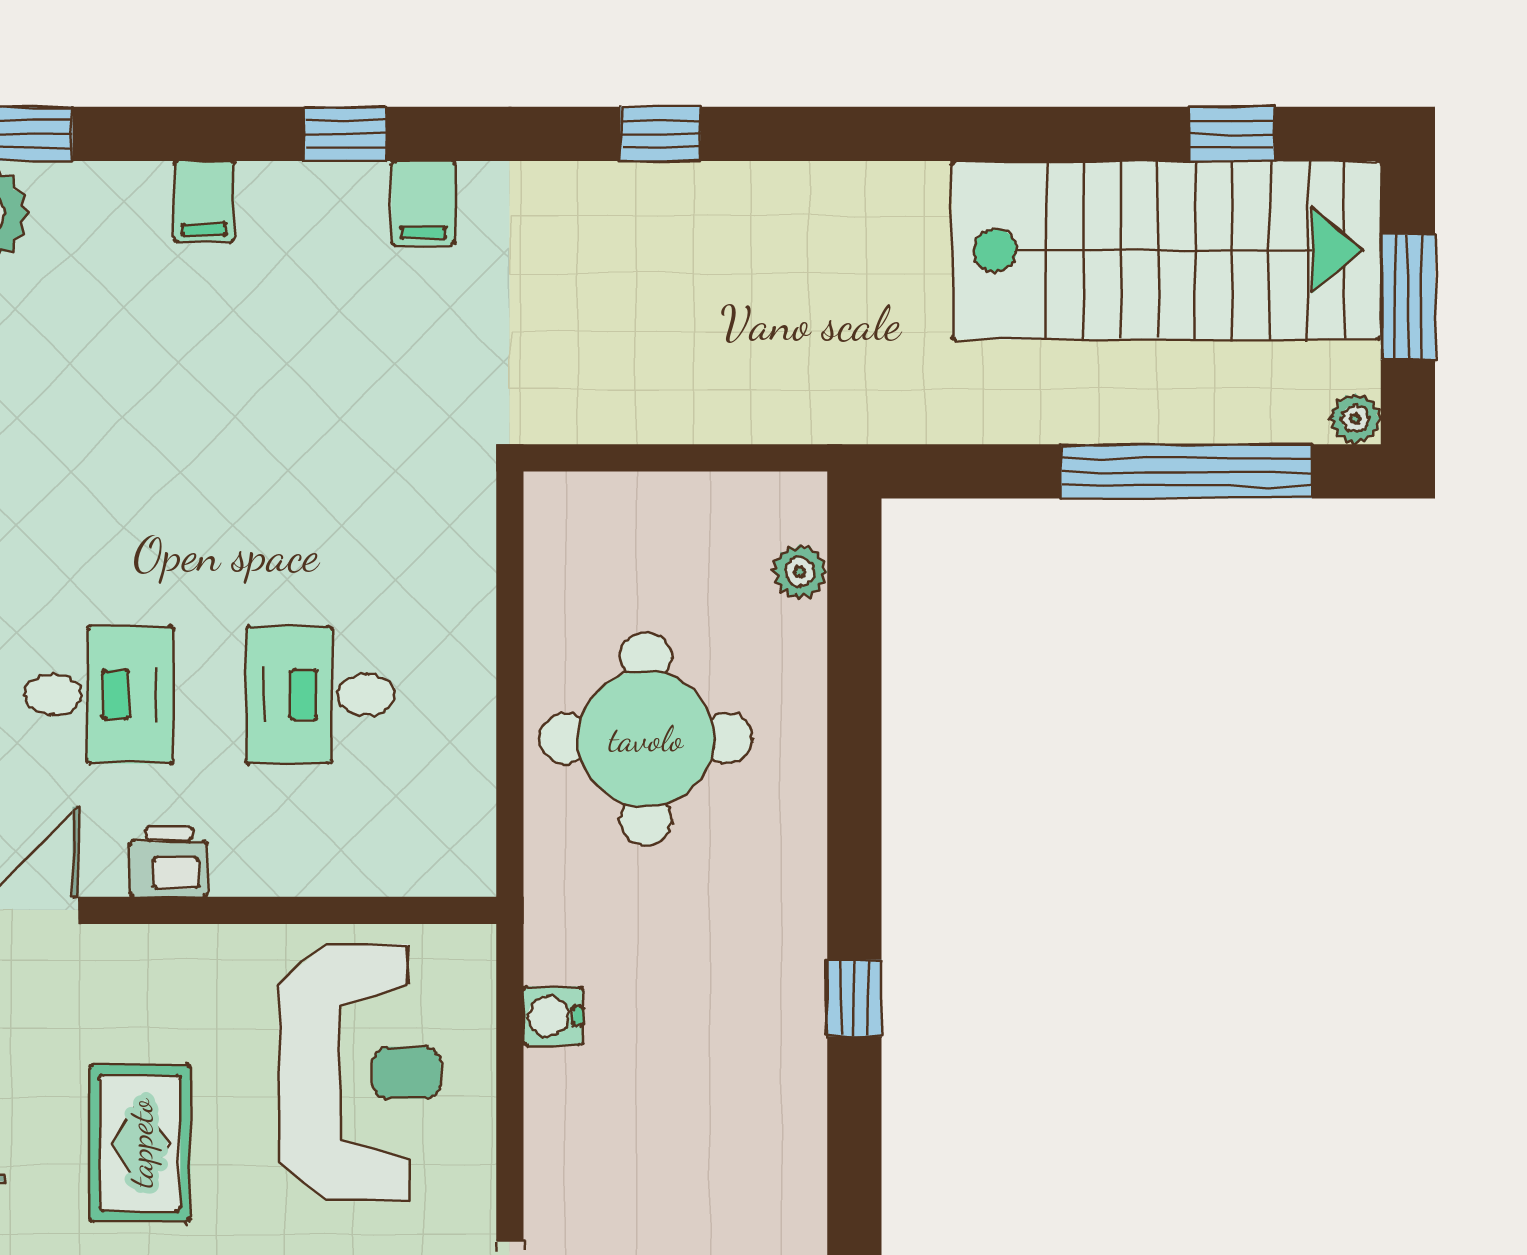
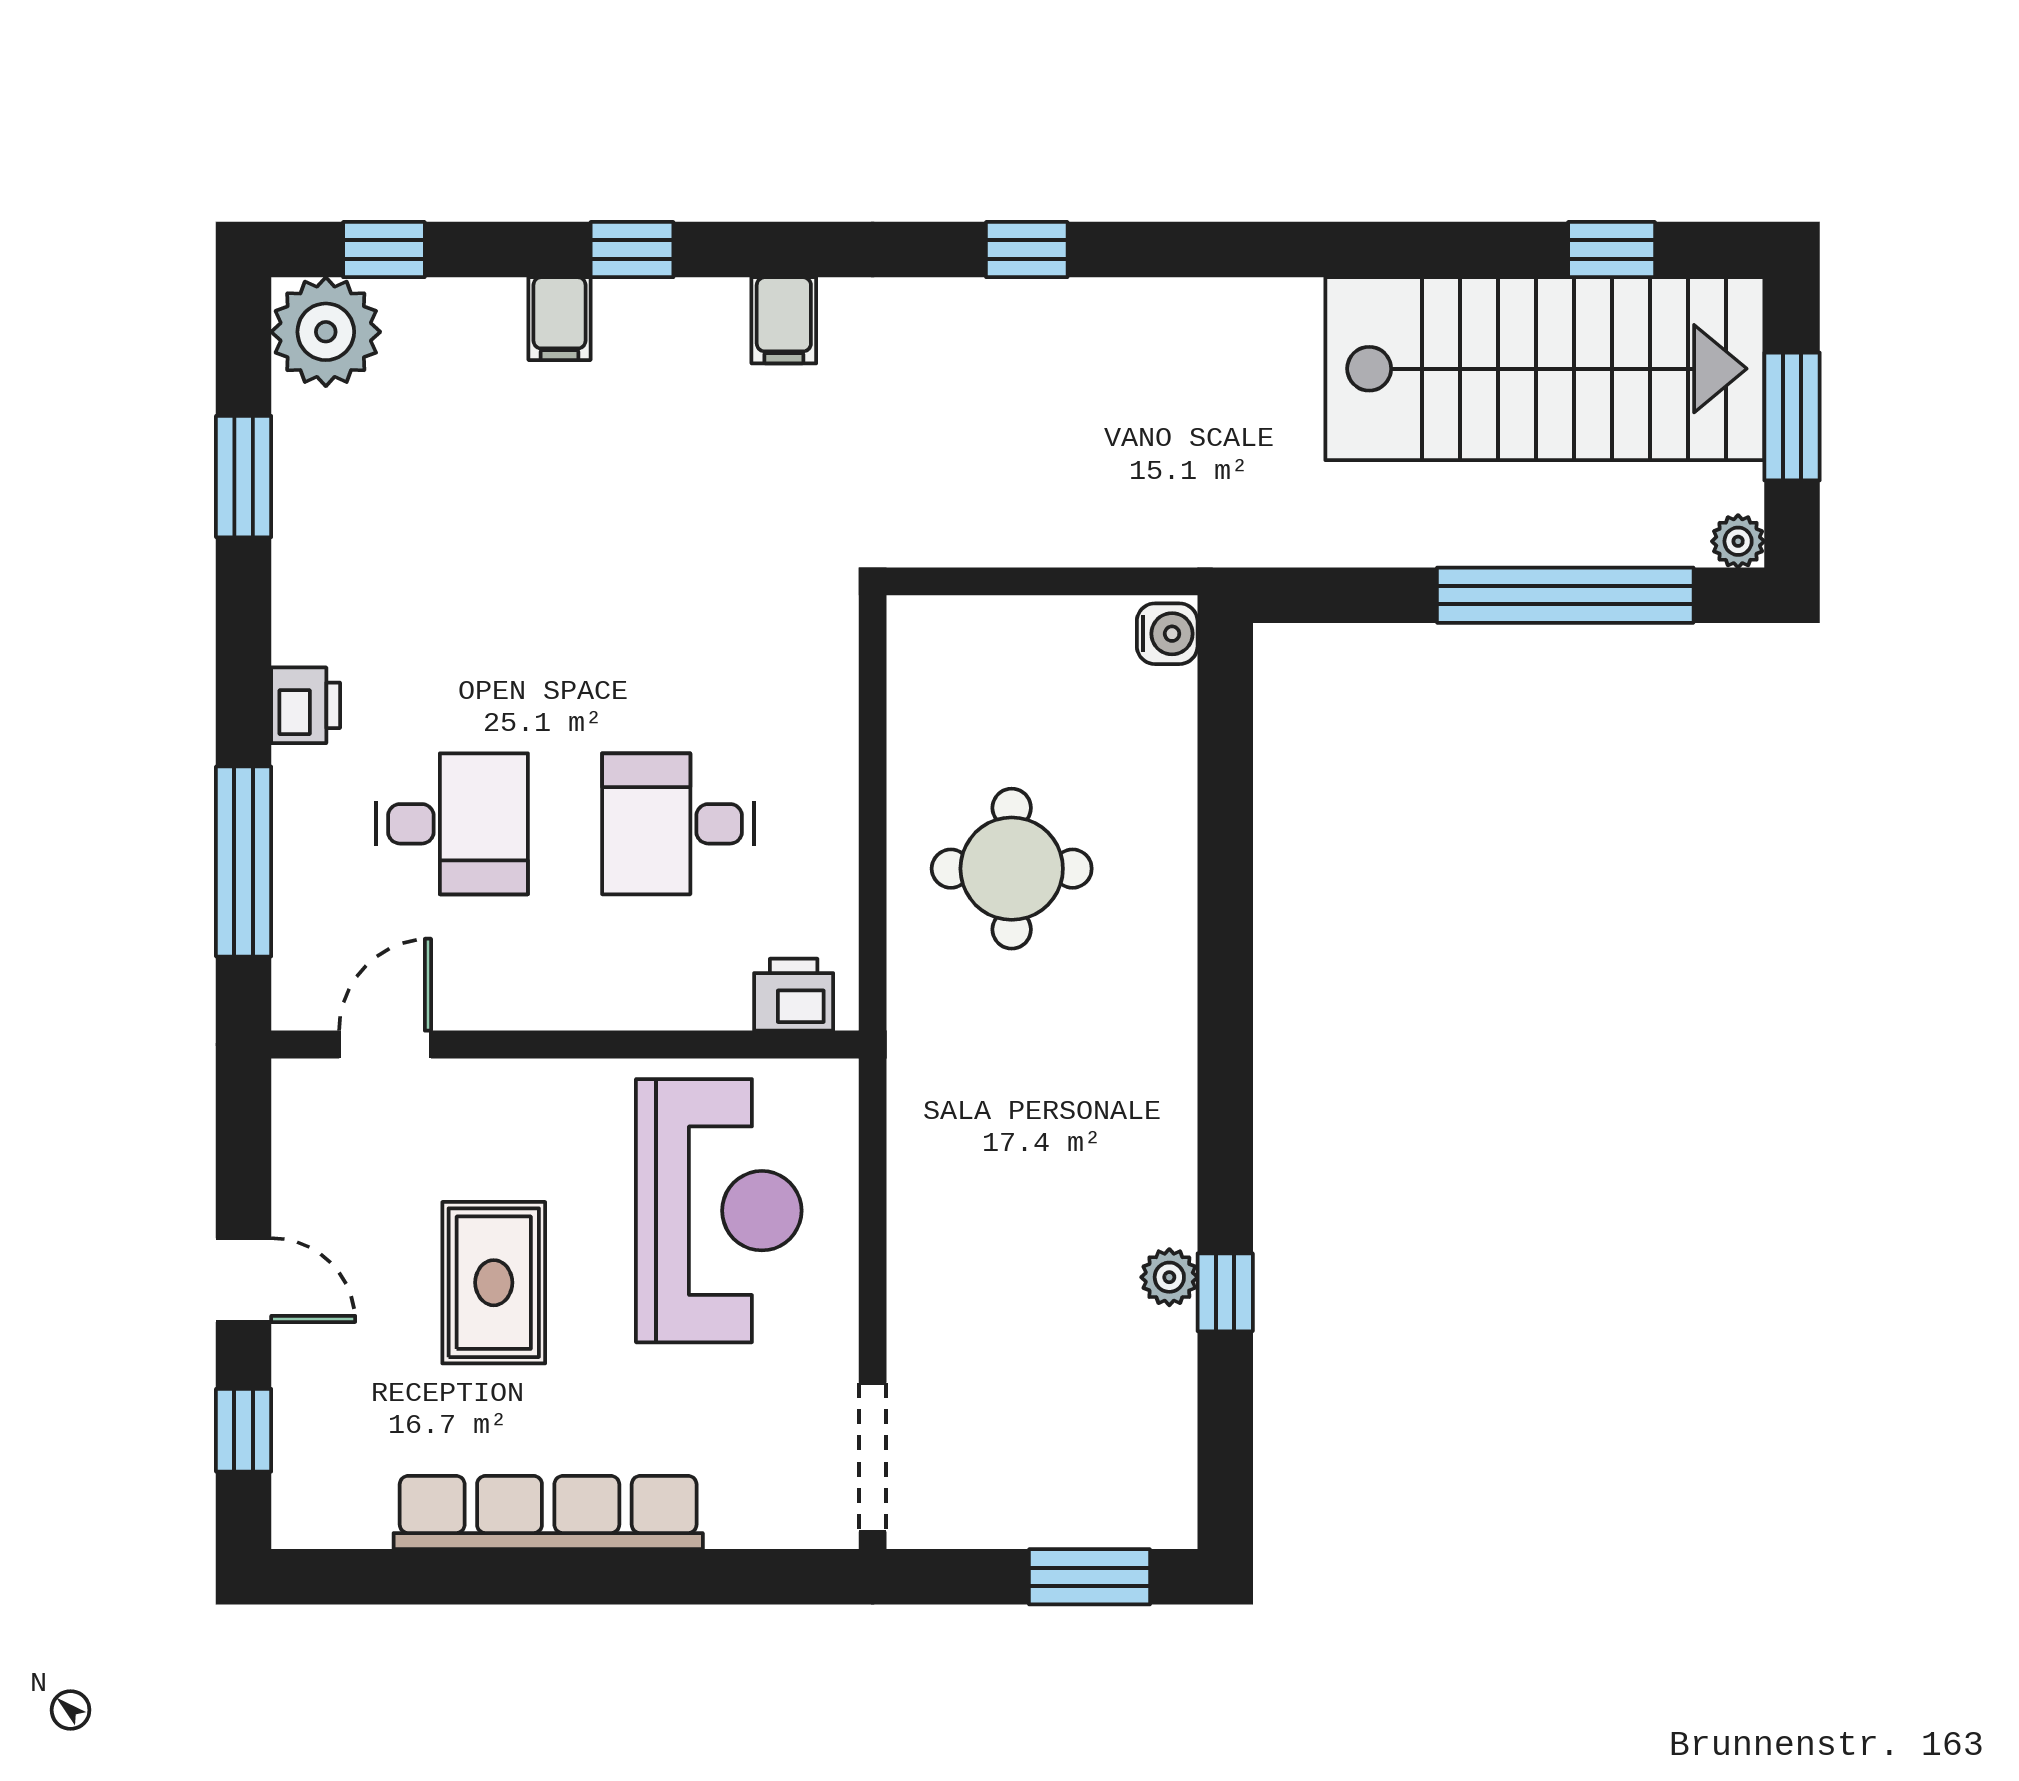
window: (345, 134) -> (632, 250), moved
plant: (800, 572) -> (1169, 1277), moved
round table: (646, 739) -> (1012, 869), width x0.73, depth x0.73
printer: (169, 862) -> (794, 995), moved
window: (854, 998) -> (1225, 1292), moved
water cooler: (553, 1016) -> (1167, 634), moved, turned 180

